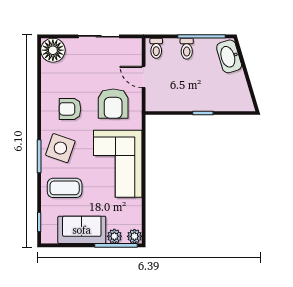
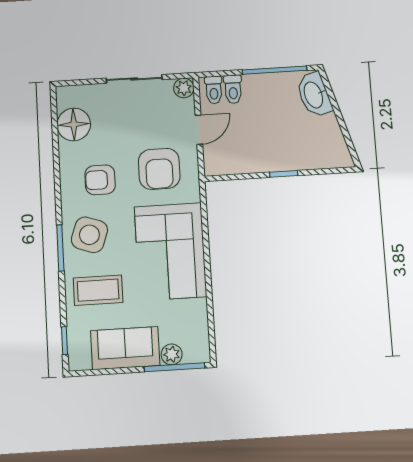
toilet: (187, 49) -> (233, 89), moved
floor lamp: (53, 50) -> (74, 124), moved
door: (144, 77) -> (199, 130), swing flipped
plant: (134, 236) -> (184, 88), moved

